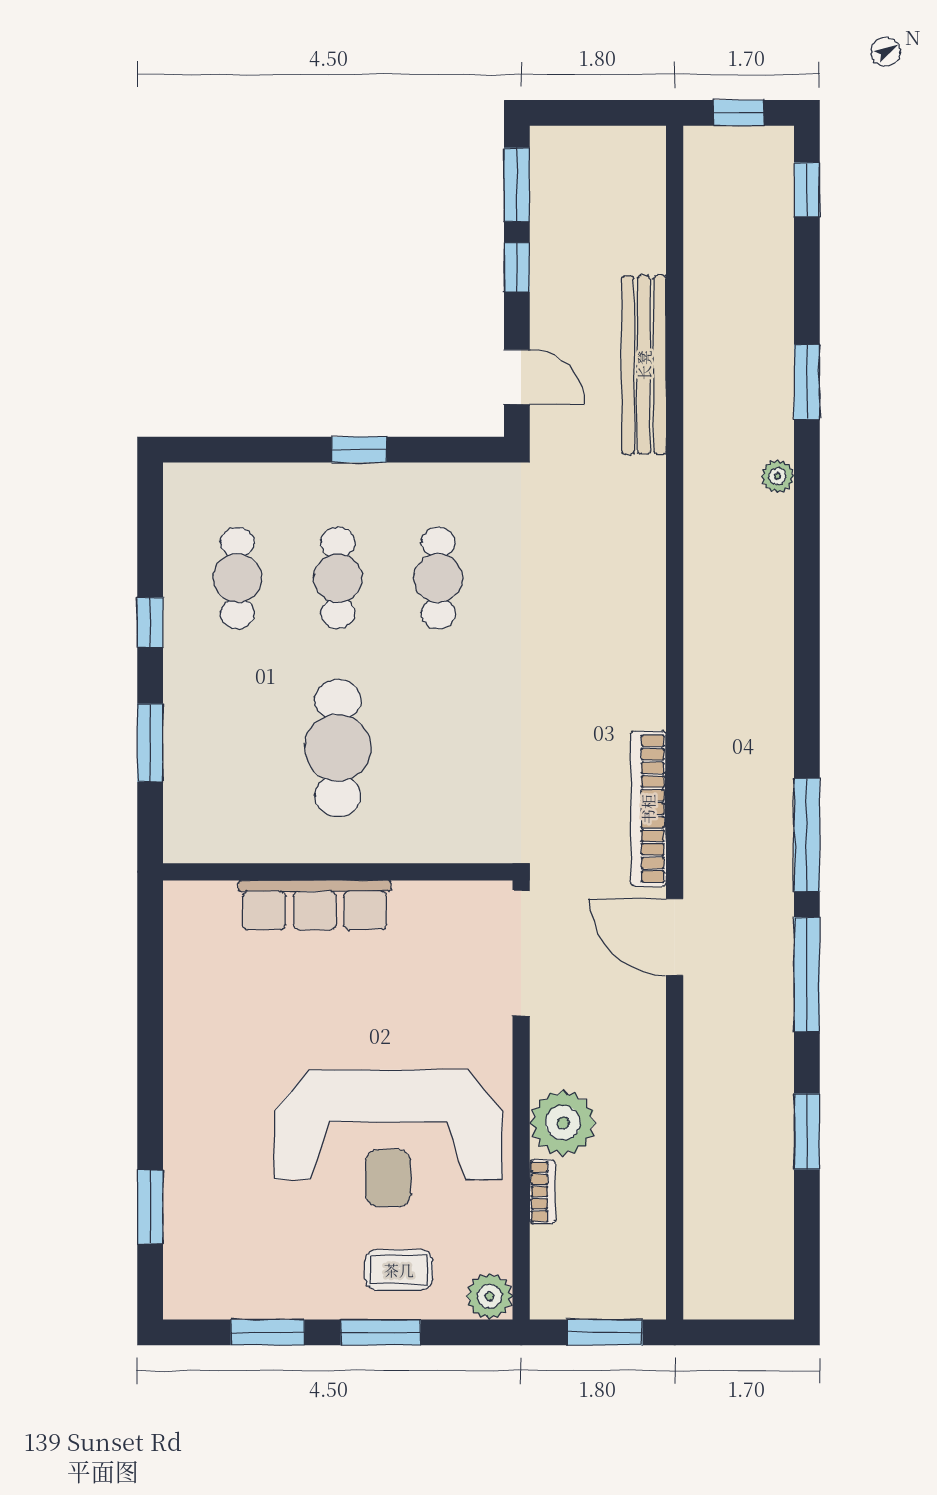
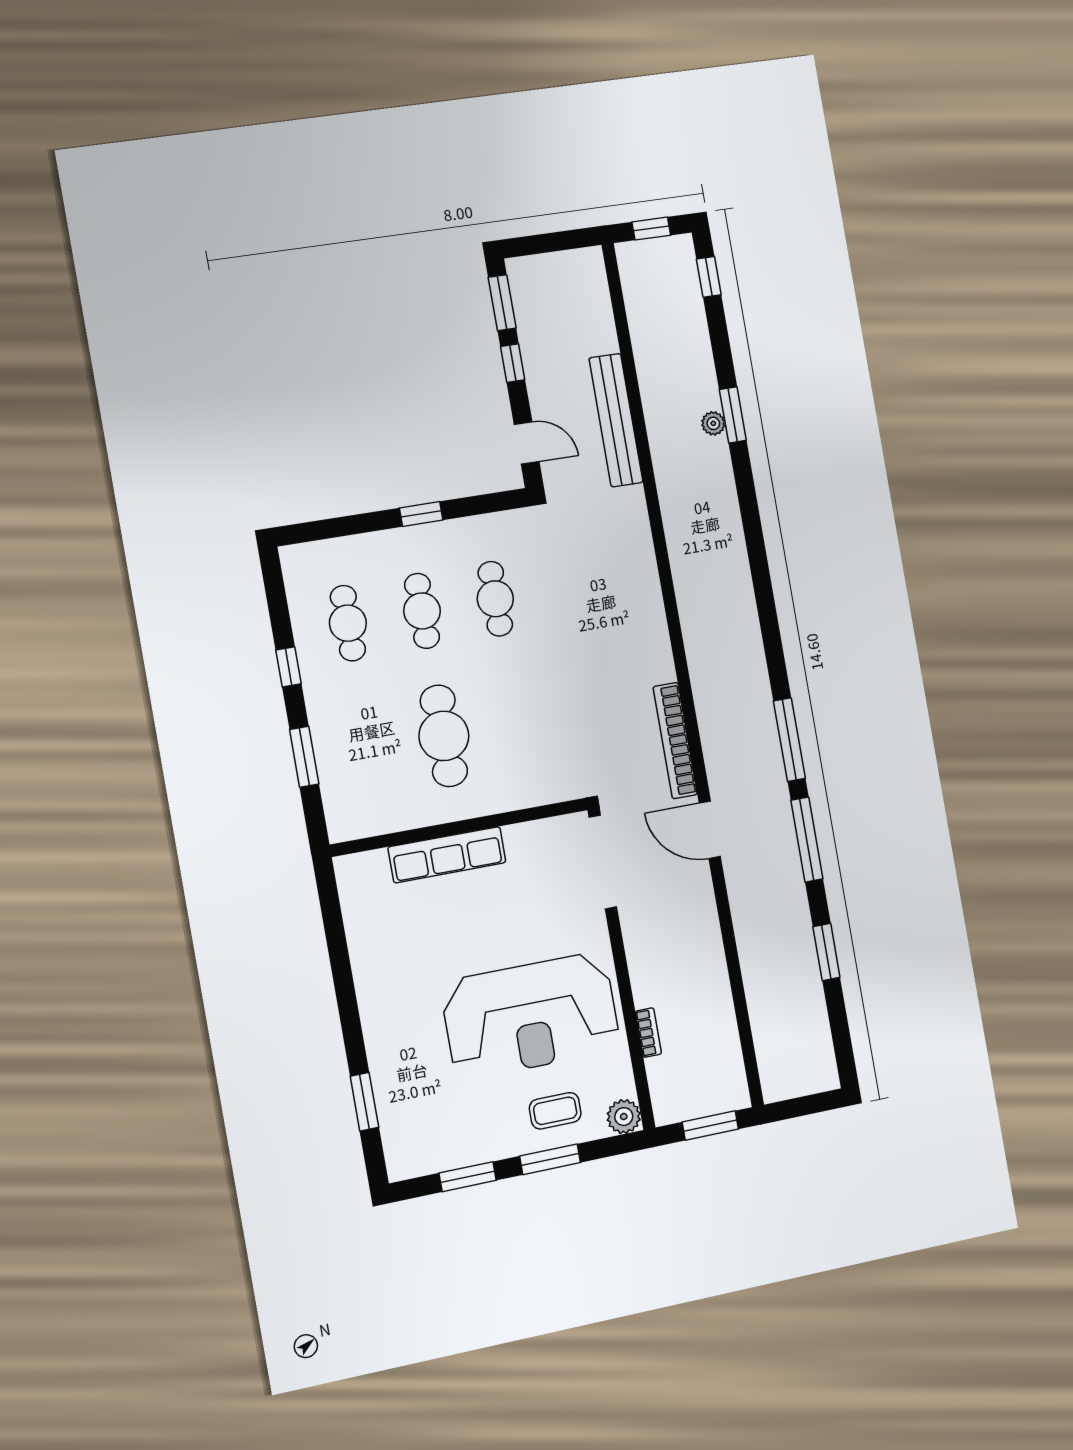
plant: (778, 476) -> (713, 423), moved
plant: (563, 1123) -> (654, 980), removed

